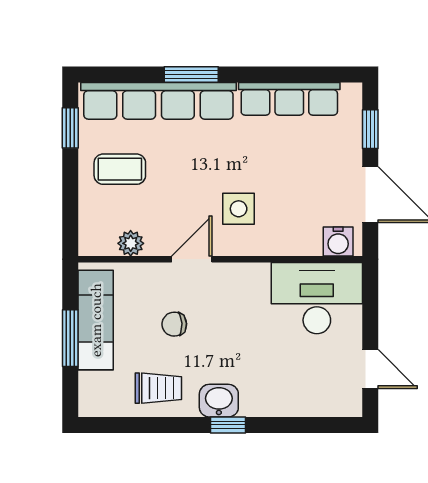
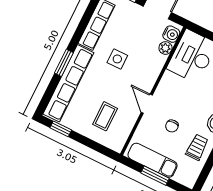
coffee table: (120, 169) -> (105, 116), moved
side table: (239, 209) -> (117, 59), moved
plant: (131, 243) -> (165, 48), moved

